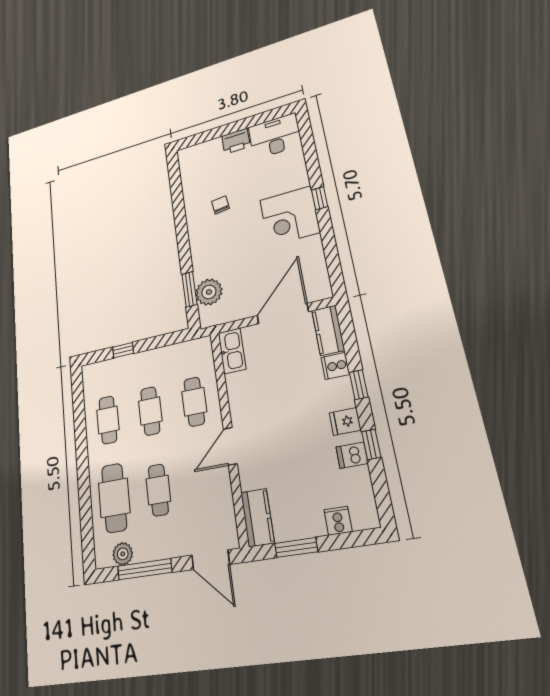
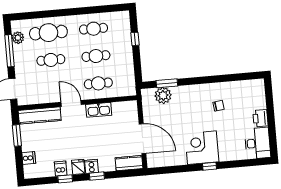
kitchen sink: (232, 351) -> (99, 110), moved
cooker: (335, 366) -> (92, 166), moved
kitchen counter: (257, 518) -> (40, 115), width x1.50

